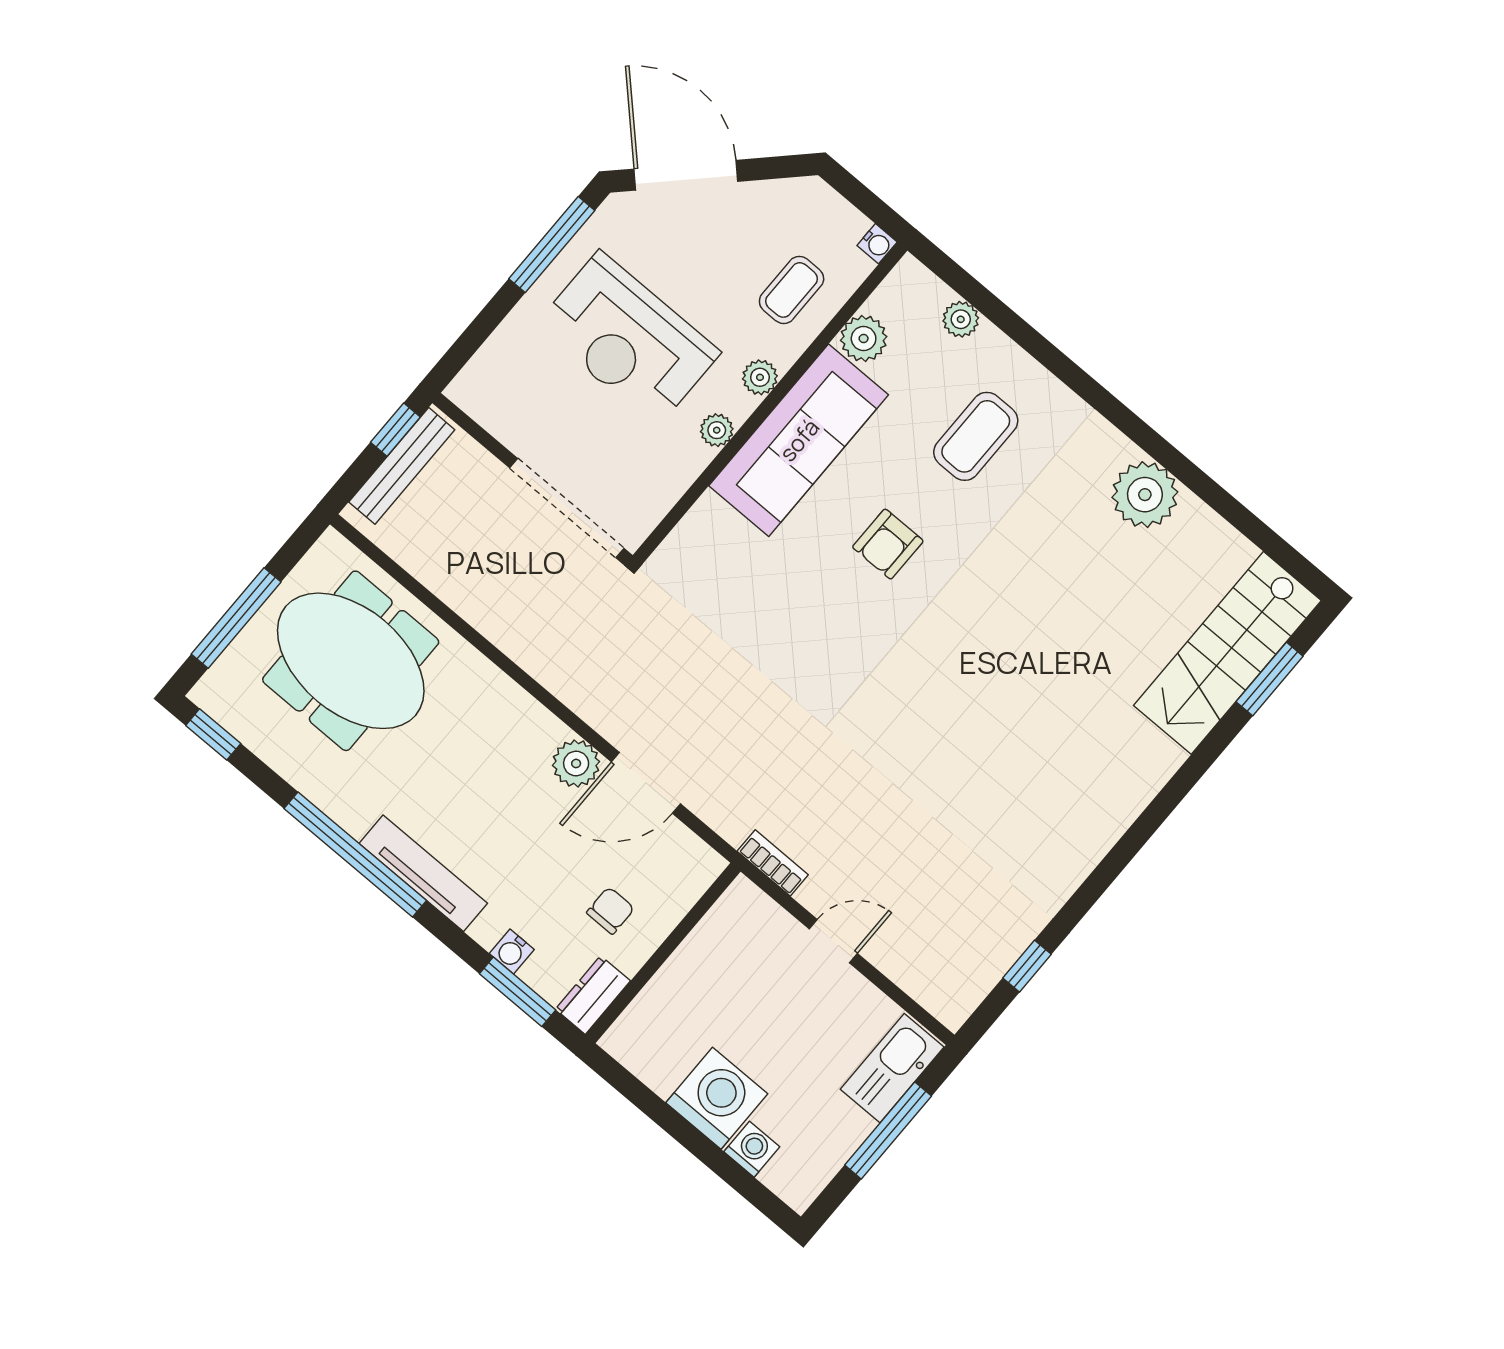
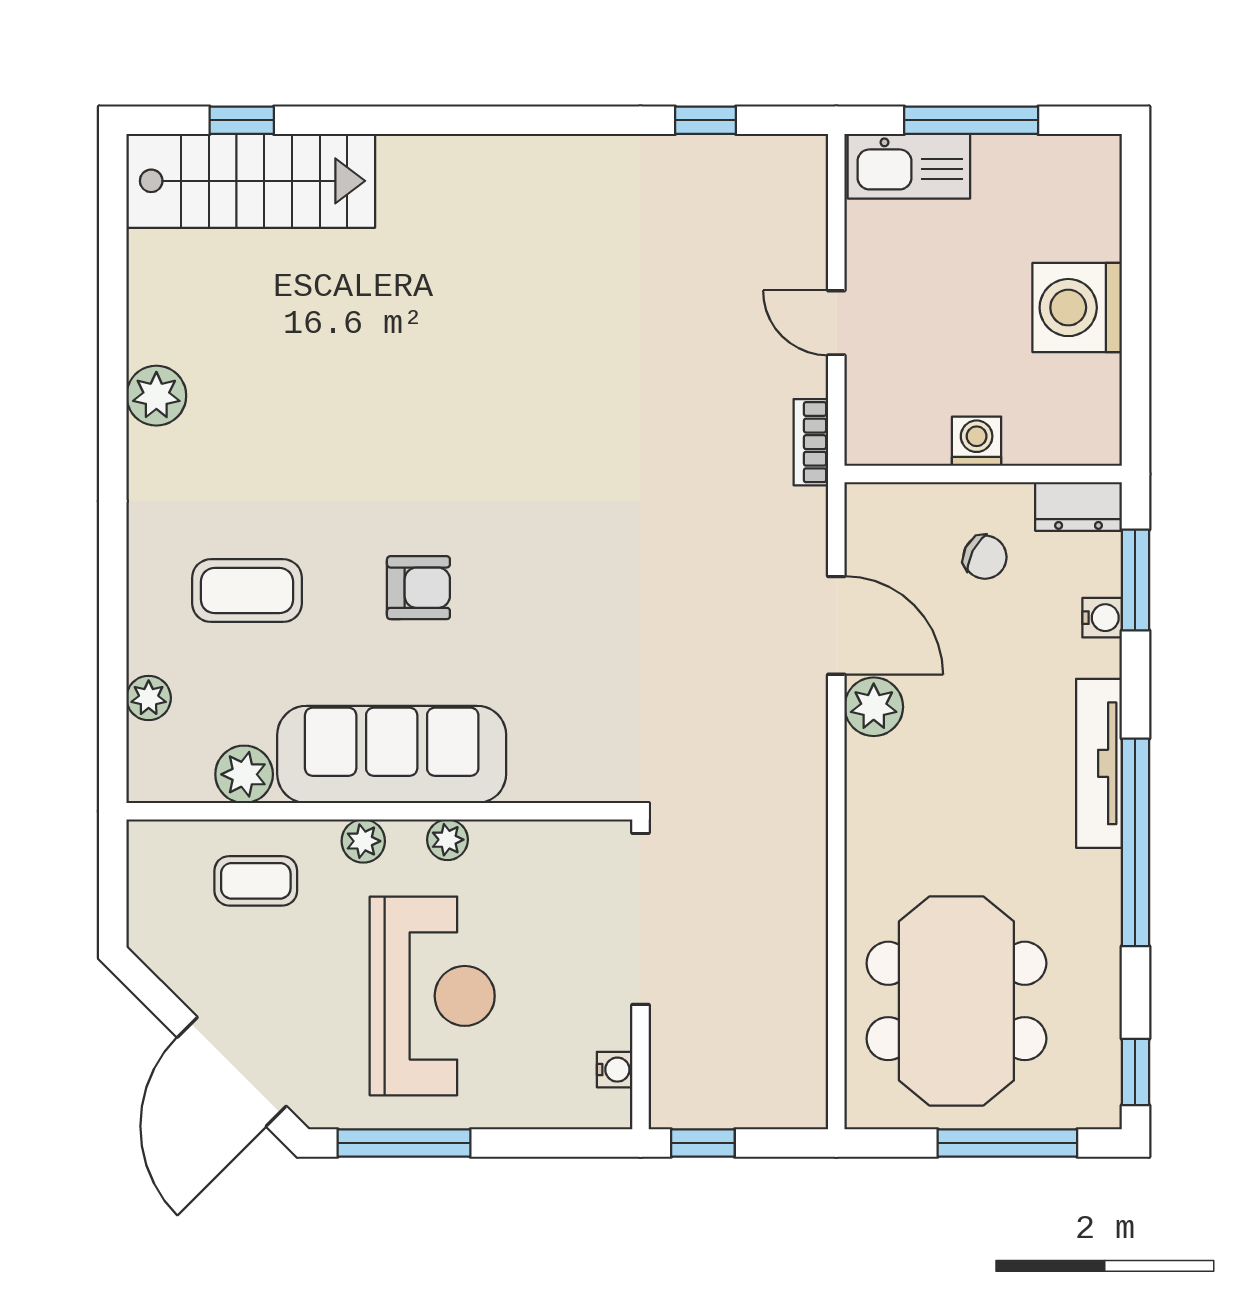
water cooler: (877, 244) -> (615, 1070), moved, turned 90
bench: (402, 466) -> (732, 1108), removed
plant: (1145, 495) -> (156, 396), width x0.73, depth x0.73
window: (1270, 679) -> (242, 120), width x0.67
chair: (611, 911) -> (985, 557), turned -153
washing machine: (752, 1149) -> (977, 441), moved, turned 90

